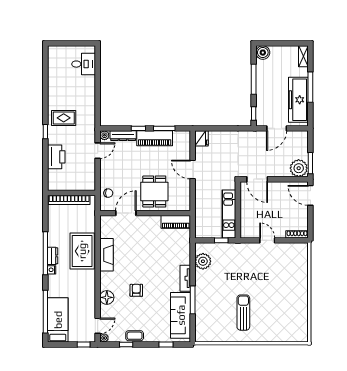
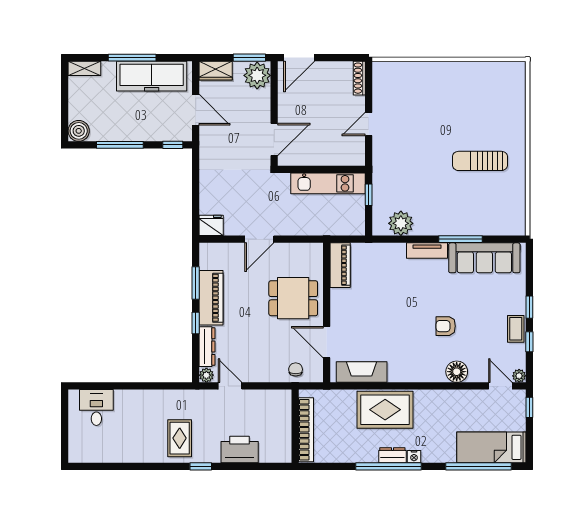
wardrobe: (302, 141) -> (216, 71), added
fireplace: (107, 255) -> (362, 372), moved
window: (166, 344) -> (529, 307), moved

